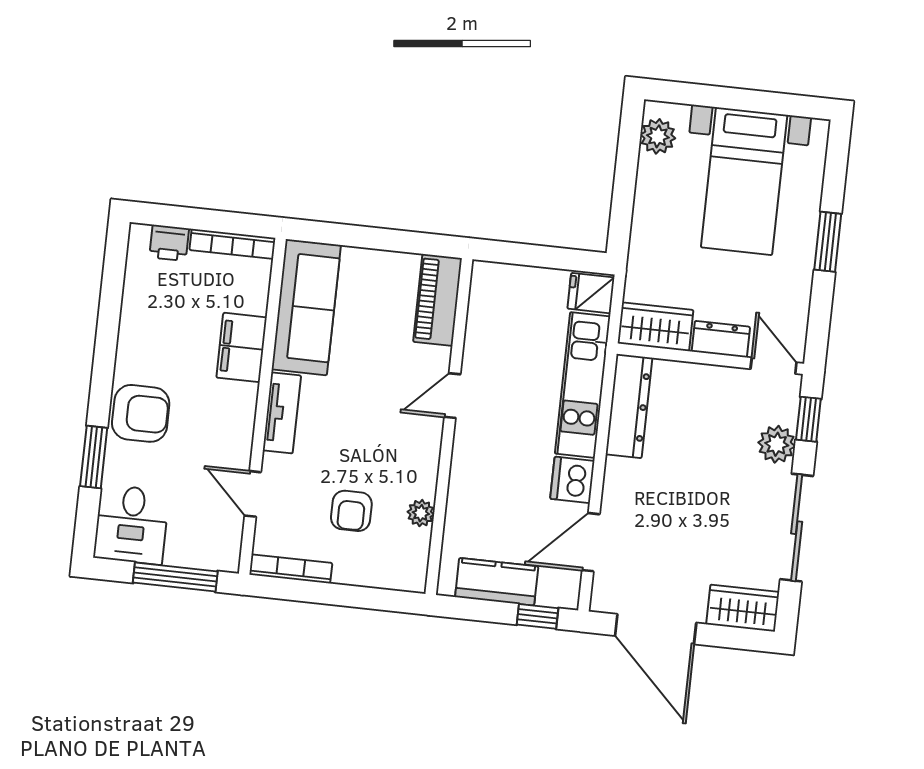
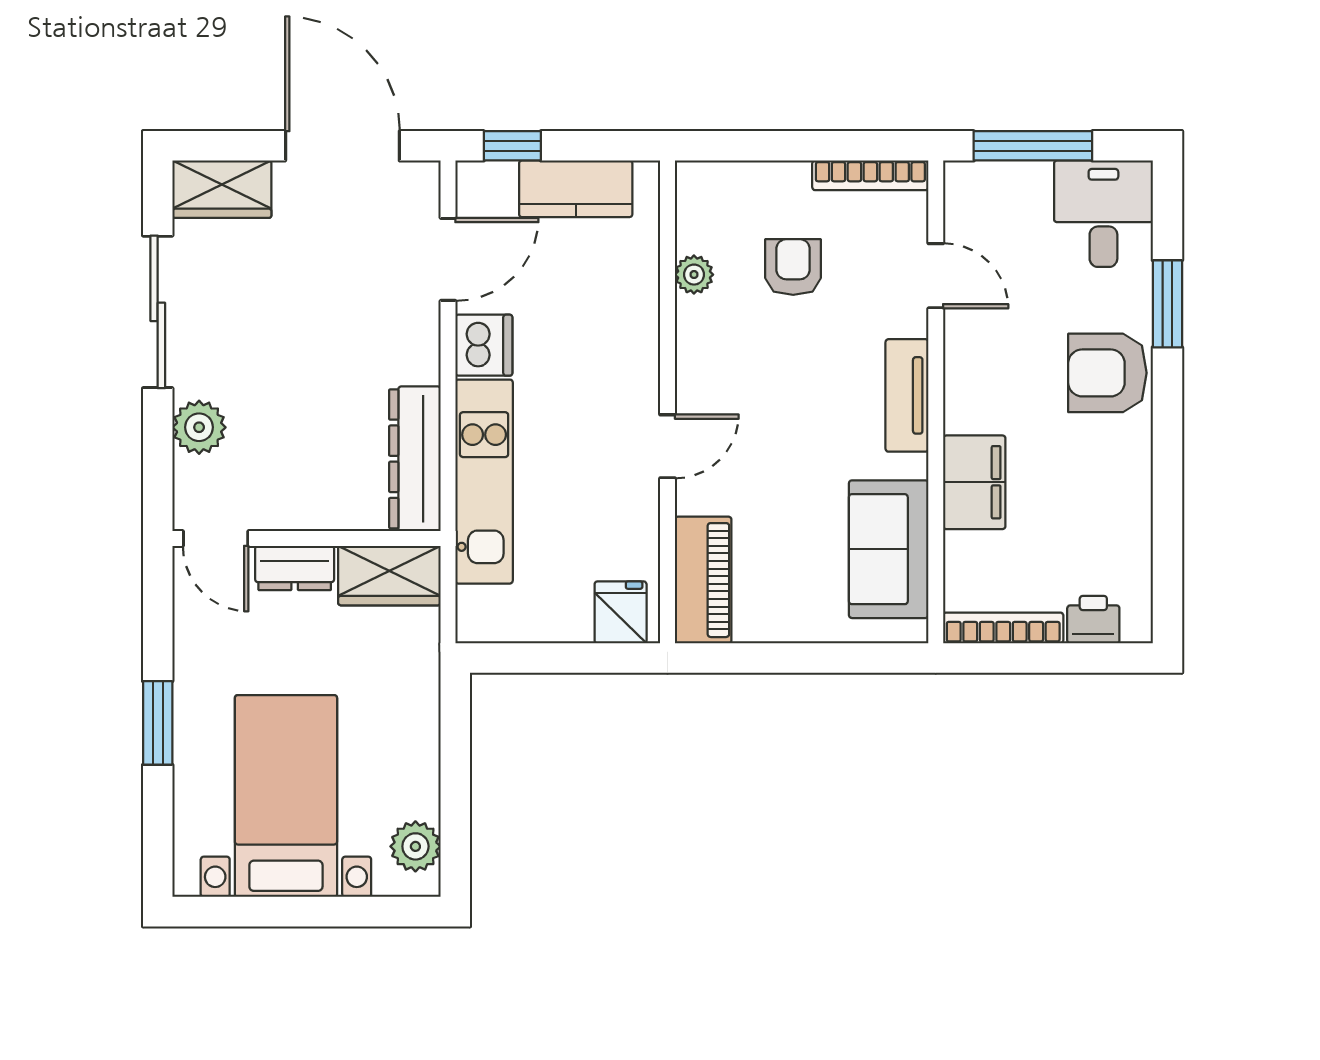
fridge: (591, 293) -> (621, 612), moved, turned -90
sofa: (306, 307) -> (889, 549), width x0.73
window: (808, 419) -> (158, 468), removed

